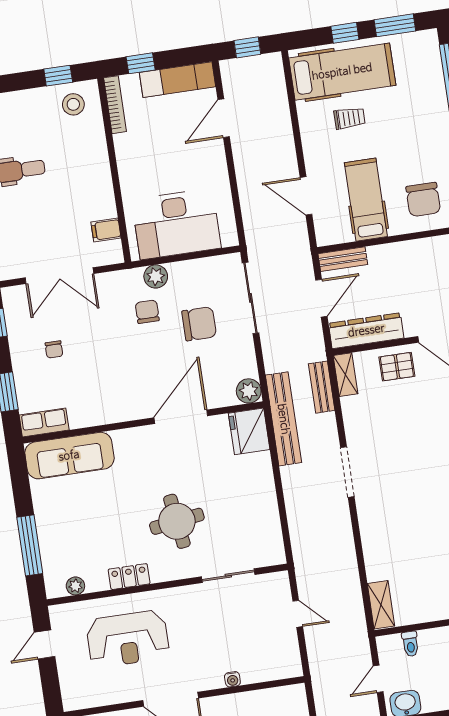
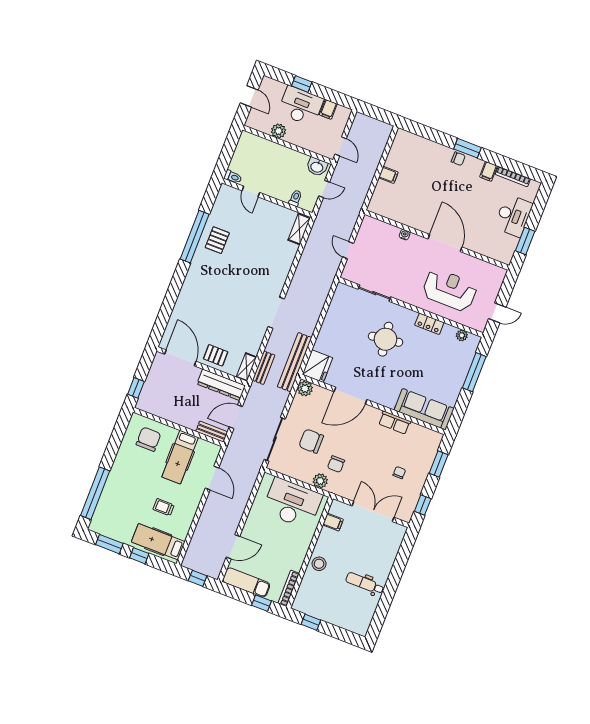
hospital bed: (342, 72) -> (158, 542), width x0.73, depth x0.78
stool: (73, 104) -> (319, 564), moved
row of seats: (44, 423) -> (395, 423), moved

